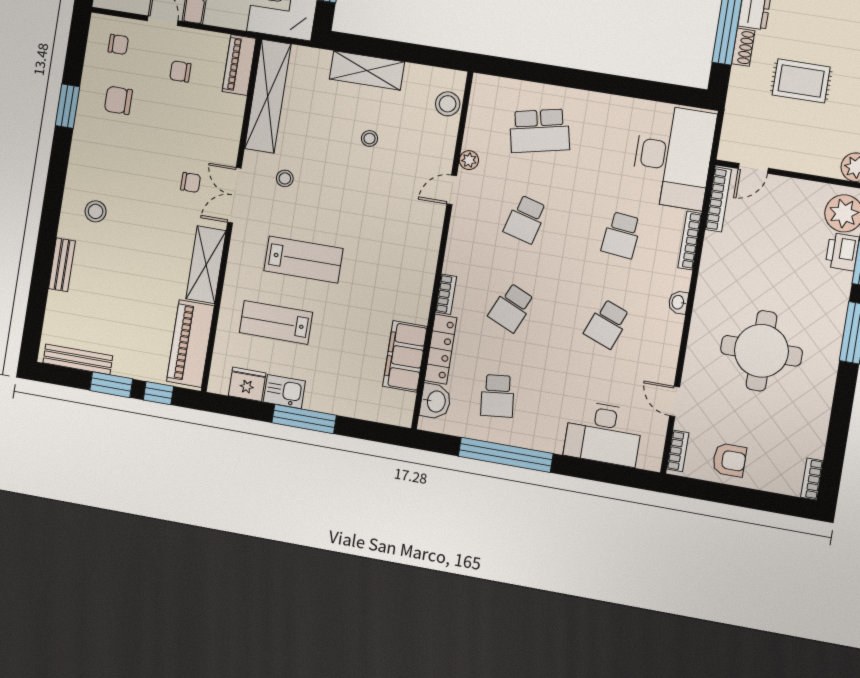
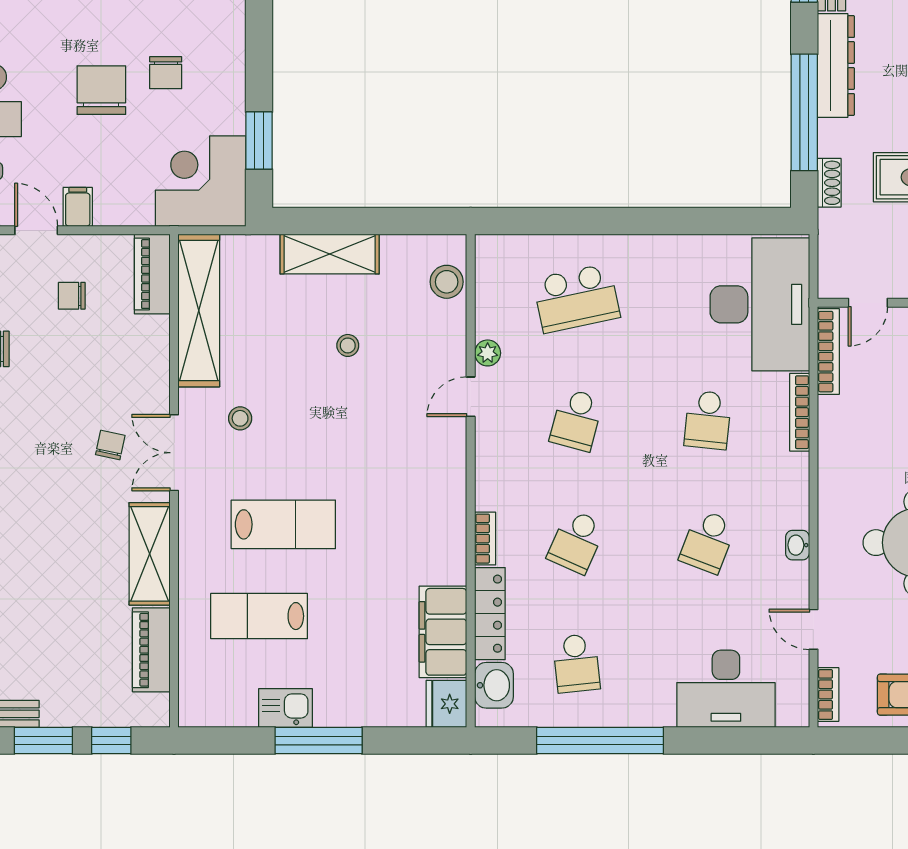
shoe rack: (743, 47) -> (829, 183), moved
chair: (191, 182) -> (110, 445), turned -78
washbasin: (678, 302) -> (798, 545), moved
piano: (190, 344) -> (151, 650), width x0.73, depth x0.75
fridge: (247, 384) -> (446, 704), moved, turned -90

